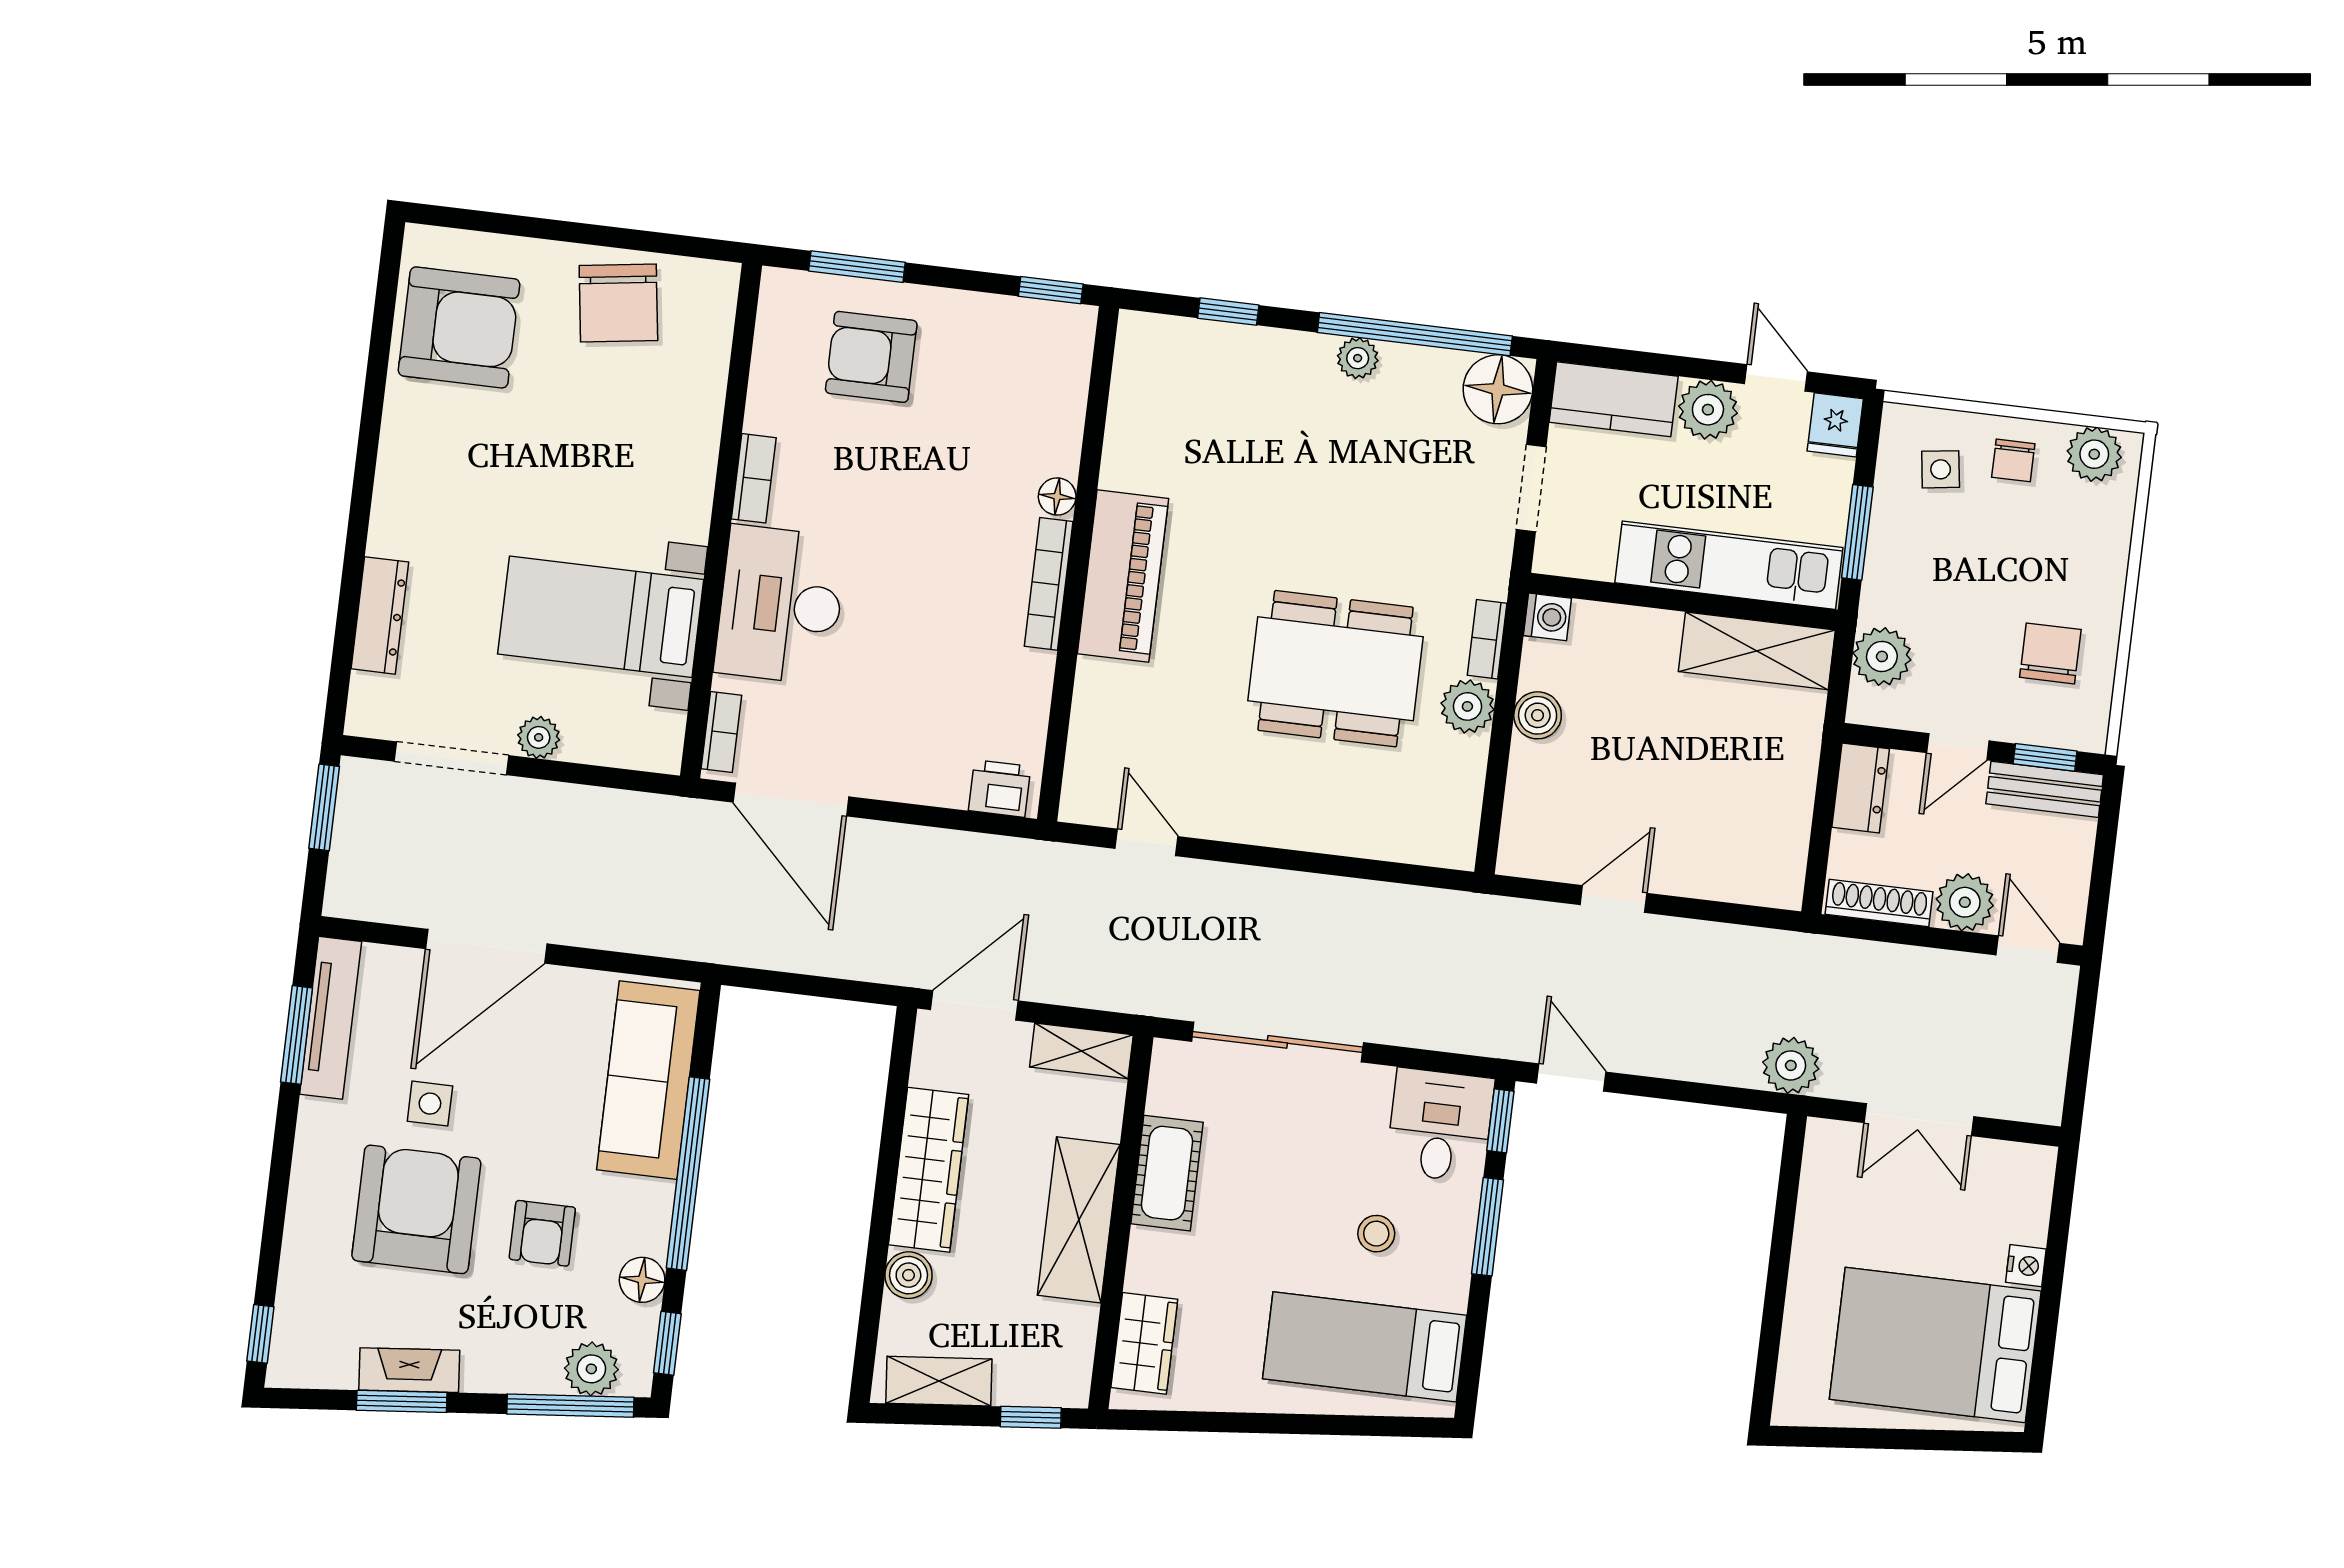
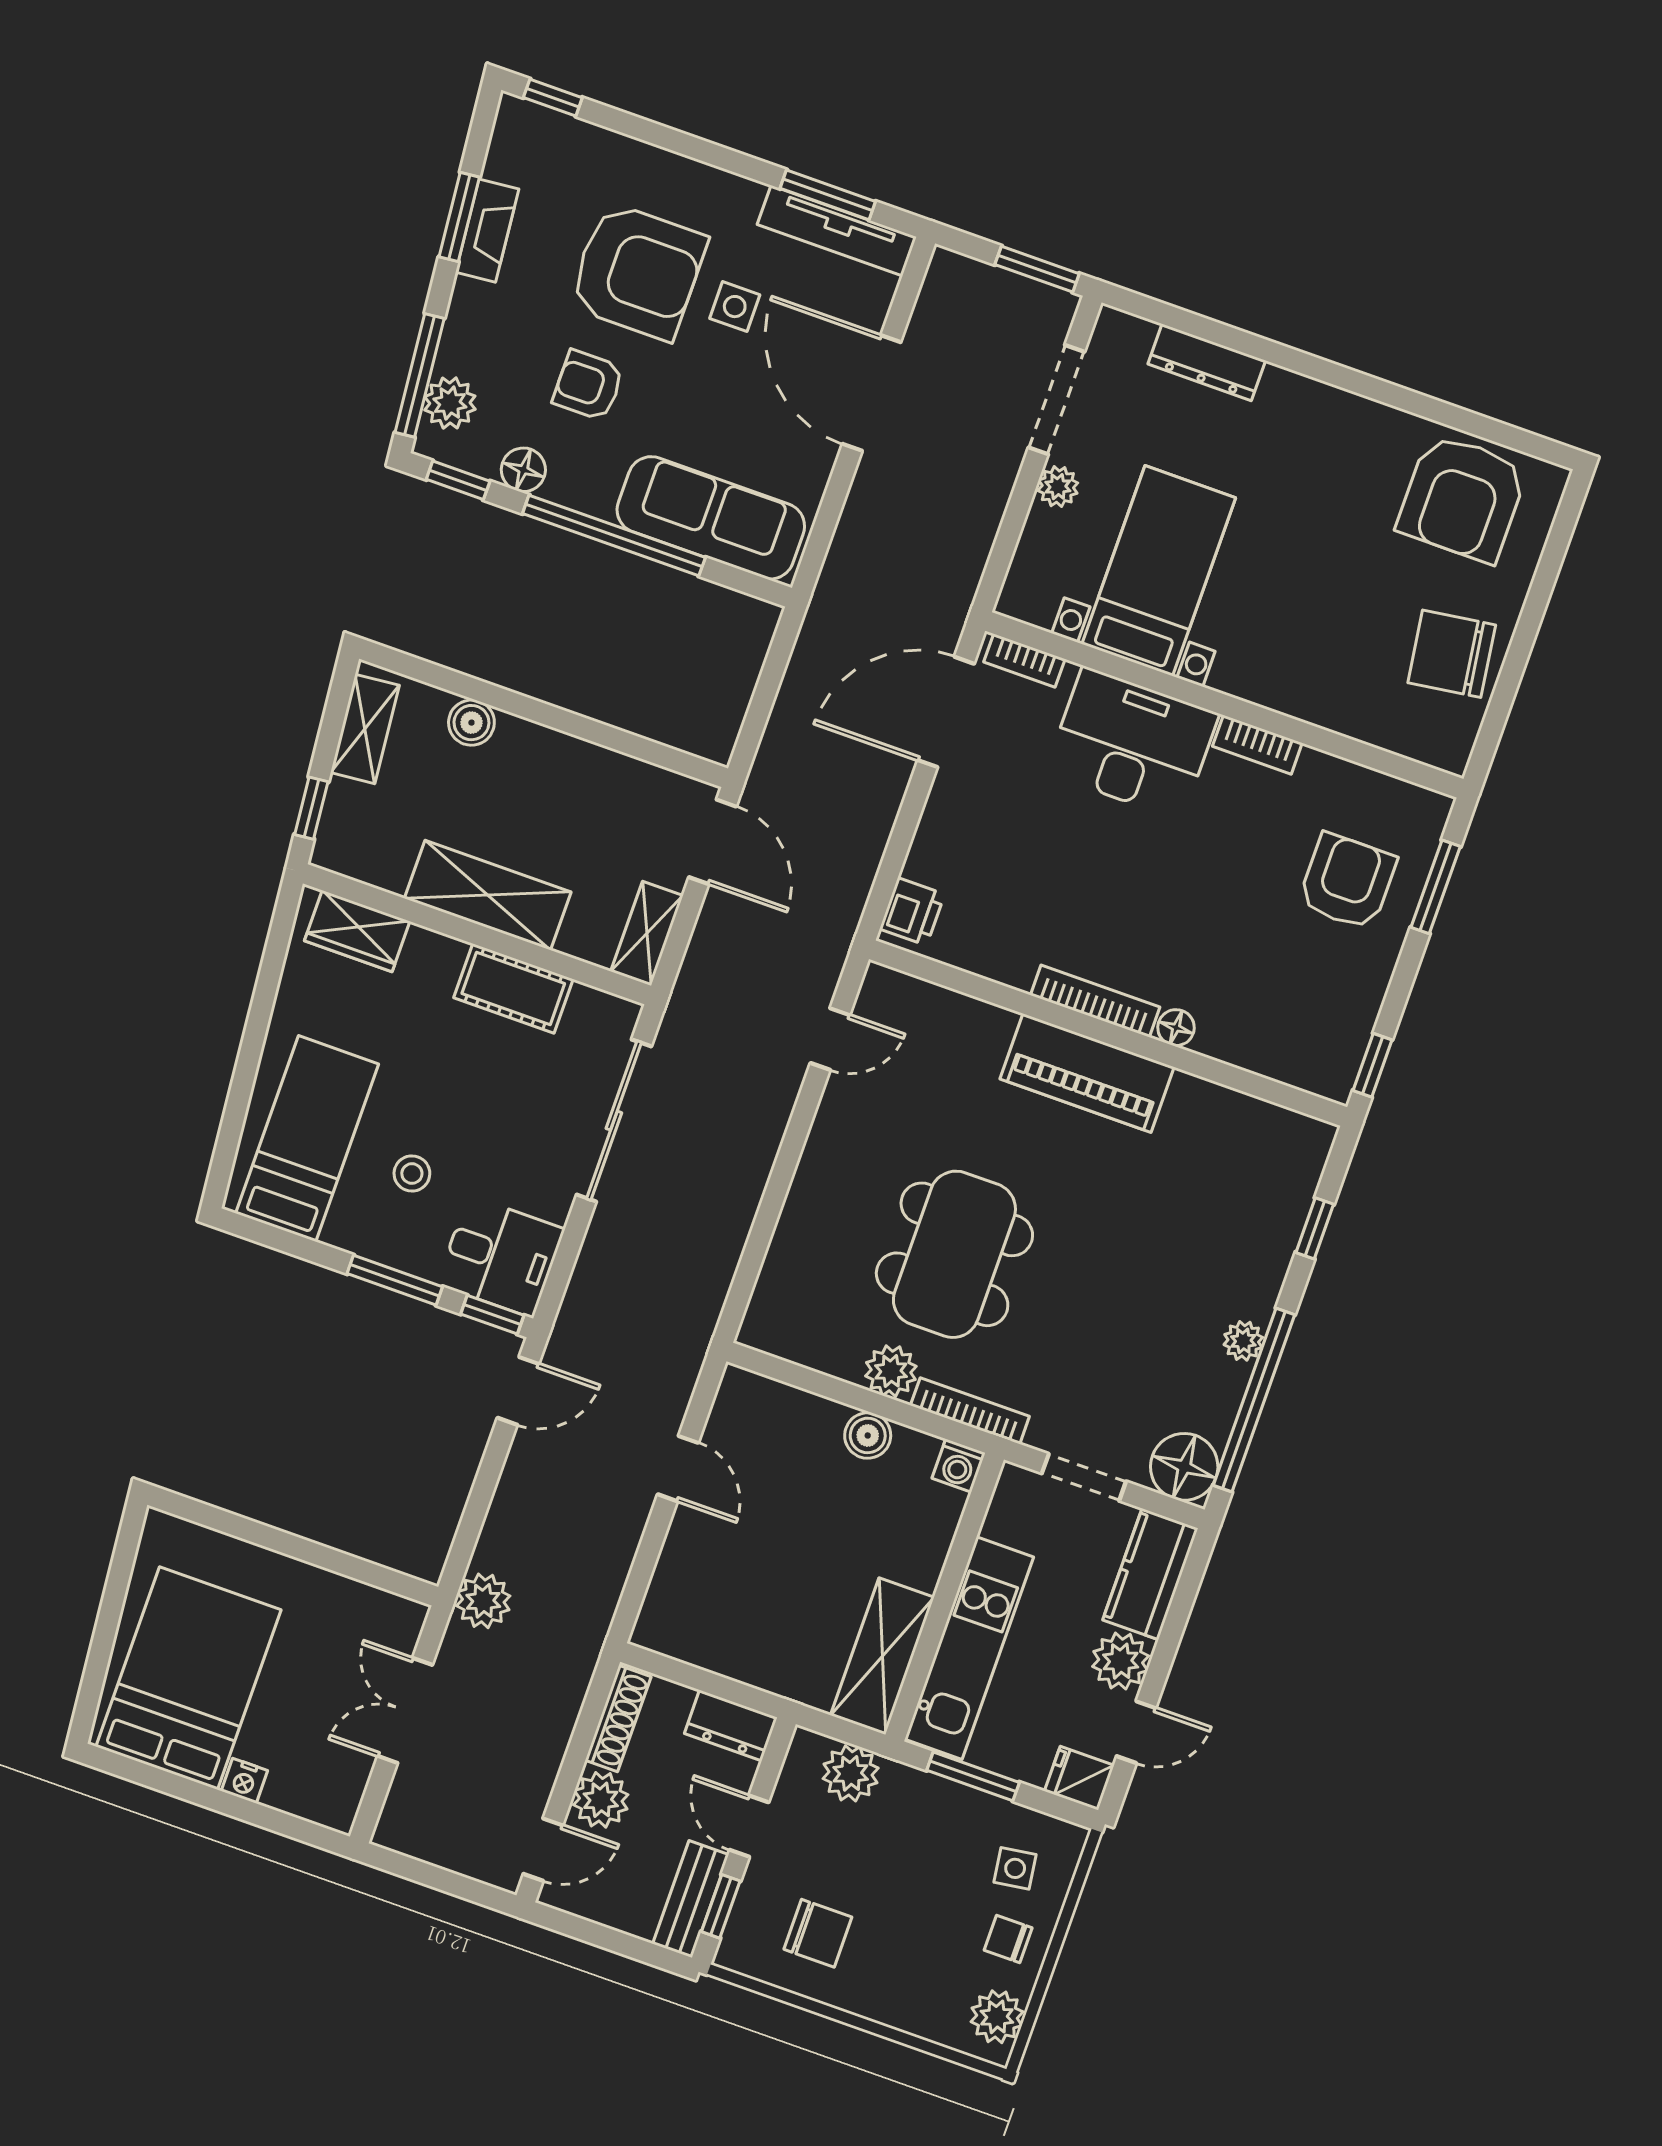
bookcase: (1487, 639) -> (970, 1411), width x1.56
wardrobe: (929, 1170) -> (567, 764), removed

